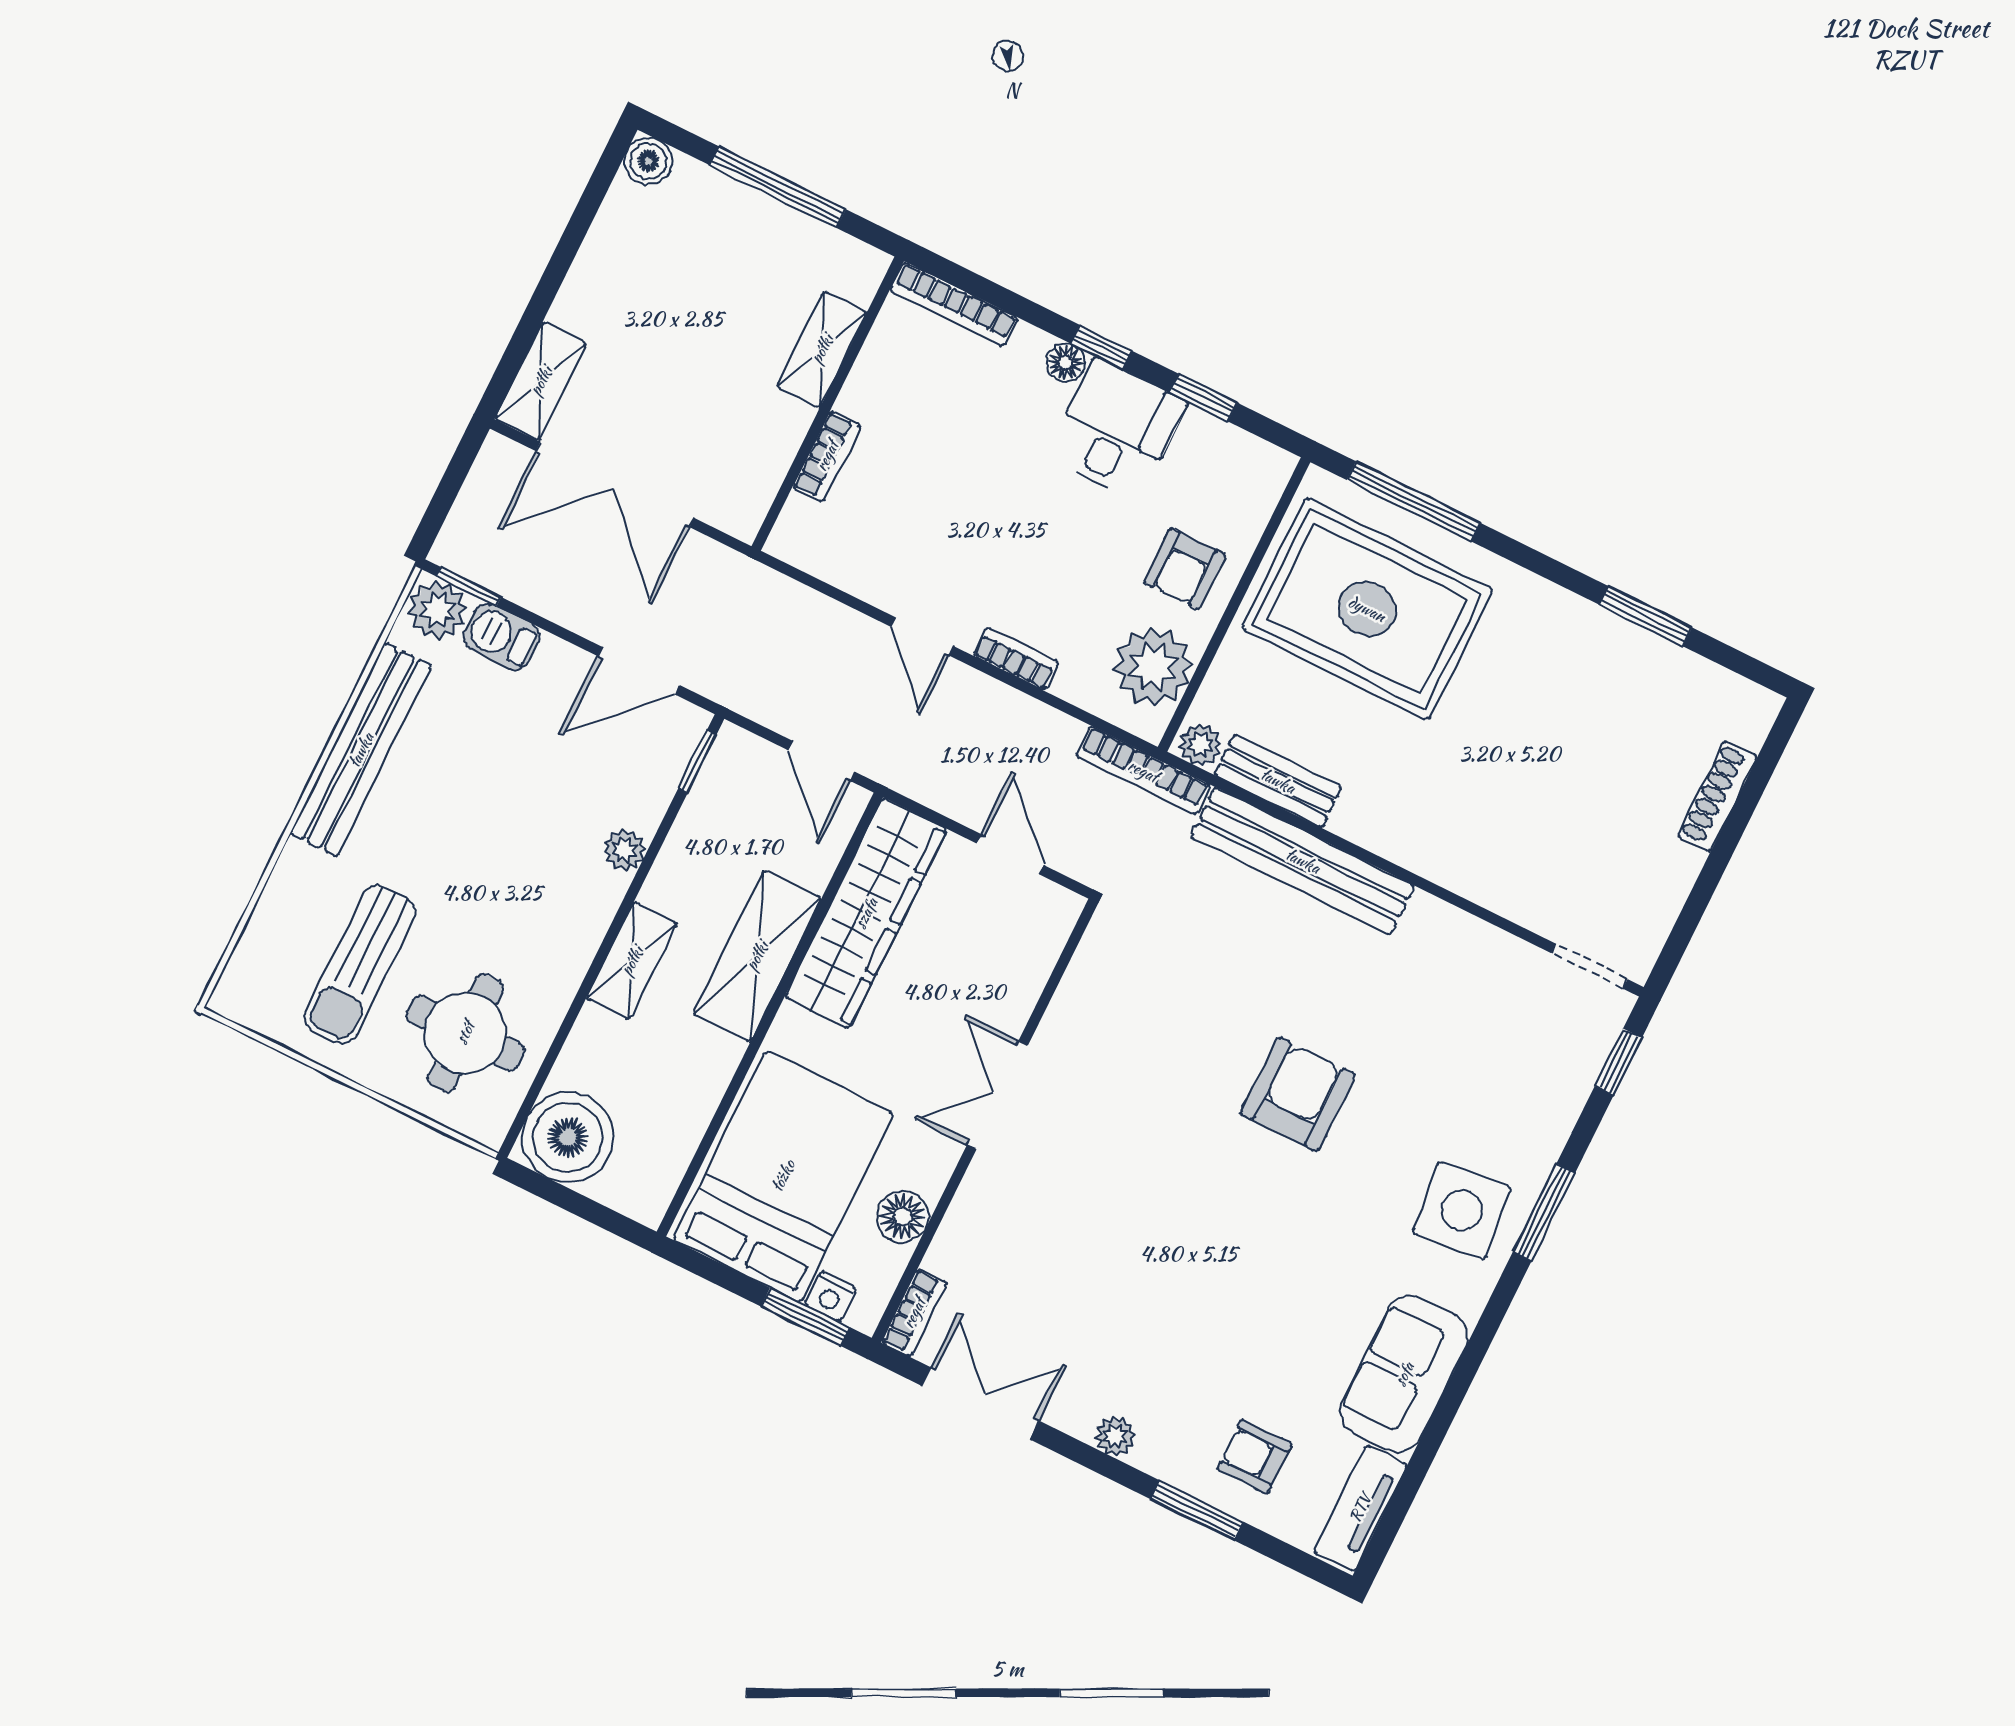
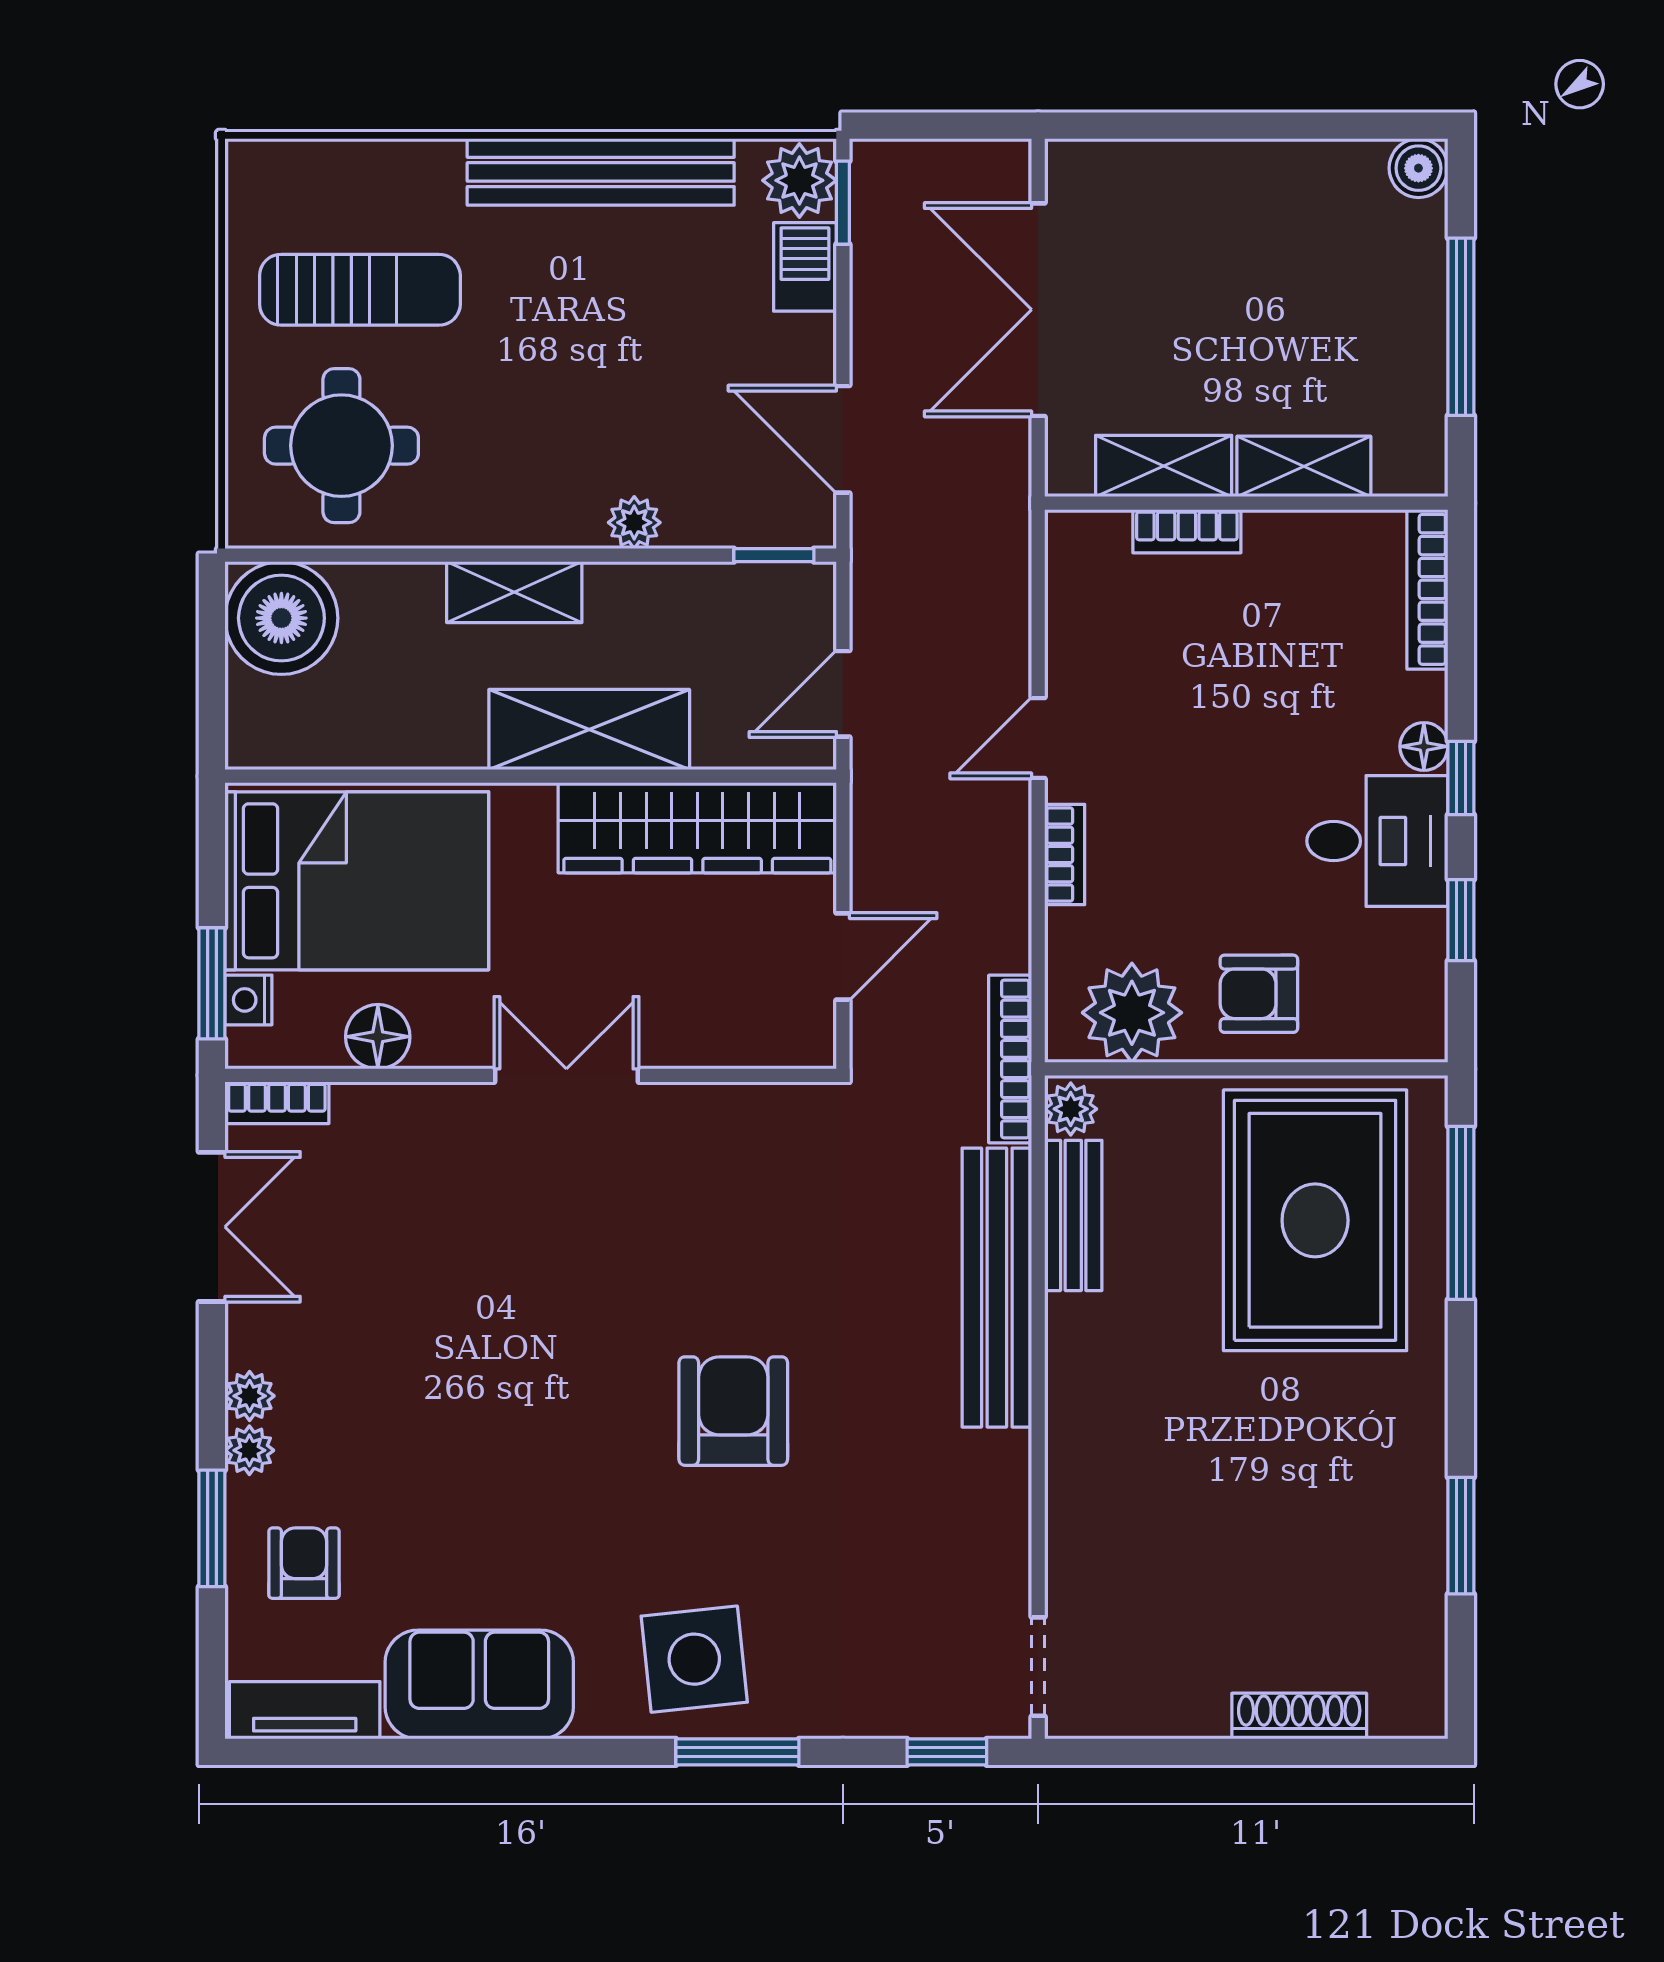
shelving: (541, 381) -> (1164, 466), moved
sun lounger: (360, 964) -> (360, 290), turned 180
armchair: (1298, 1094) -> (733, 1411), turned -90
plant: (1154, 1456) -> (249, 1450), added

